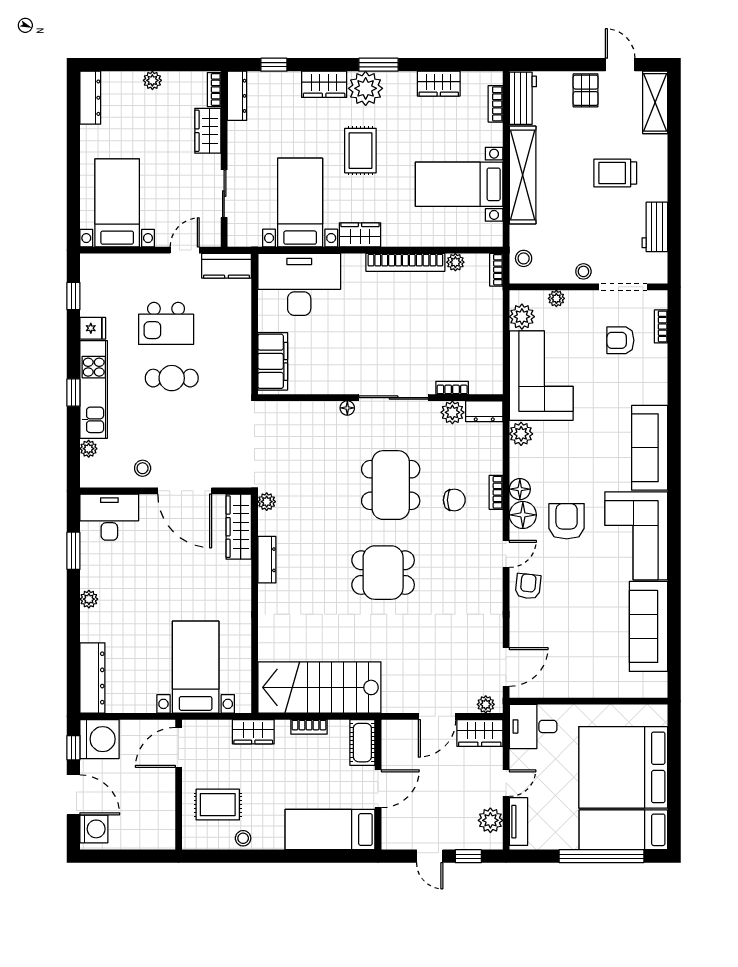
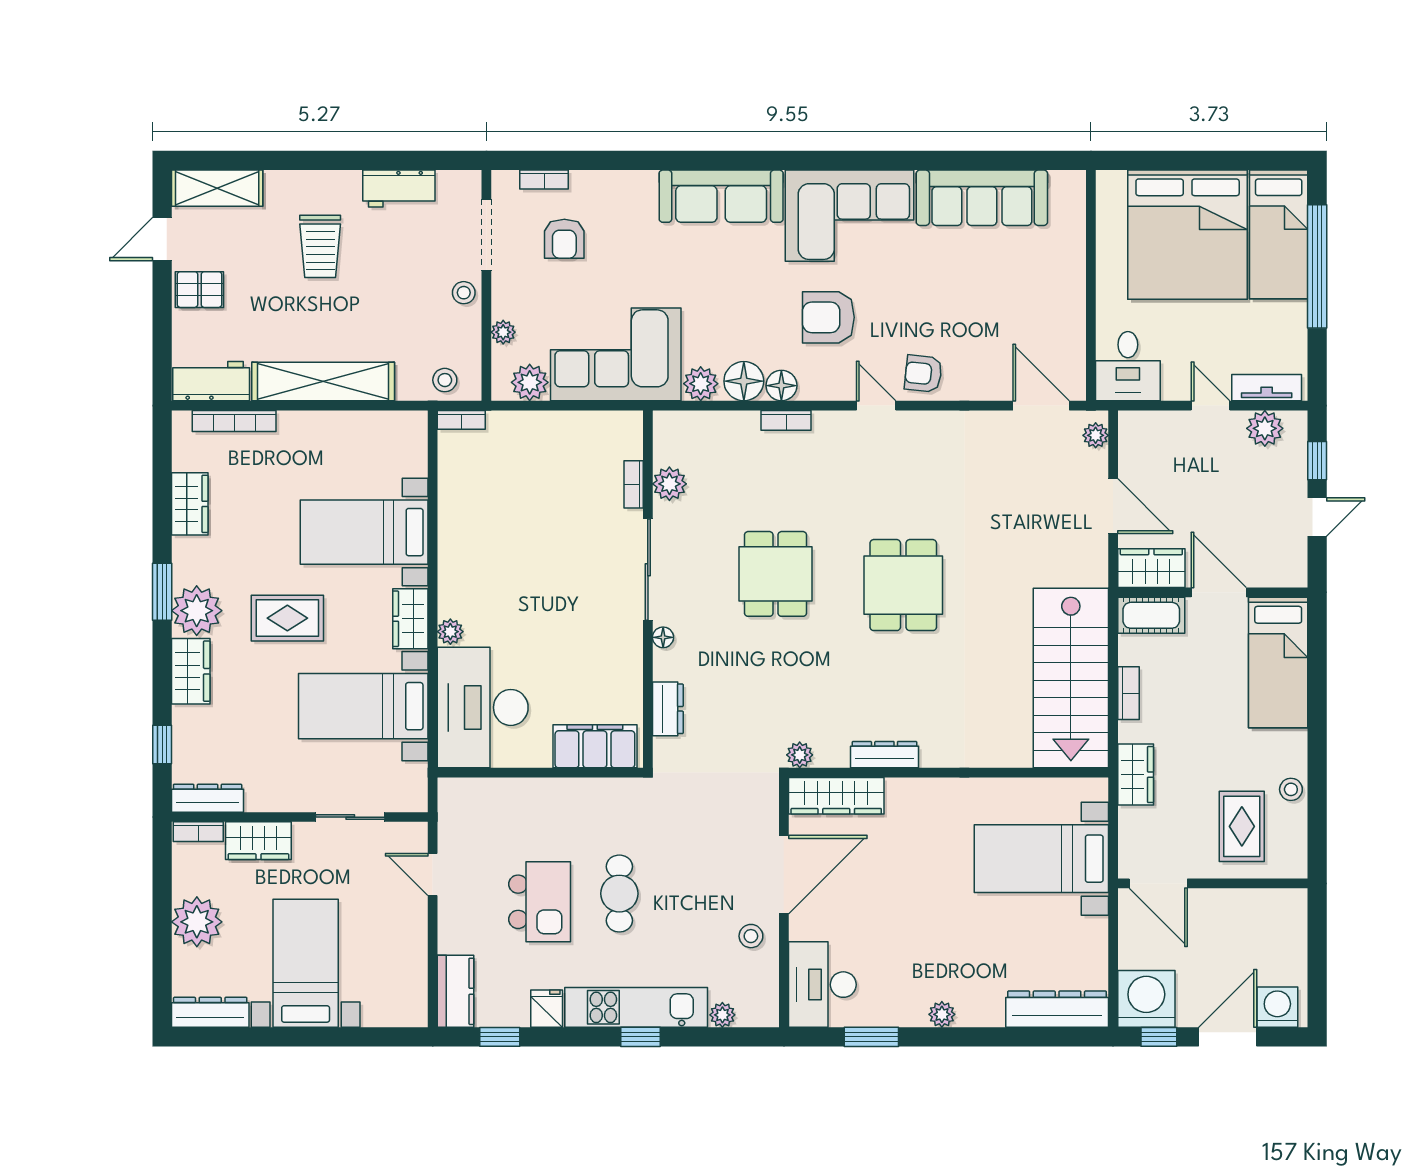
plant: (152, 80) -> (197, 922), width x1.88, depth x1.88
bookcase: (495, 104) -> (234, 421), width x1.56
bed with nightstands: (459, 184) -> (364, 532), moved, turned 90
bed with nightstands: (117, 203) -> (306, 963), moved, turned 90
bookcase: (405, 262) -> (451, 553), removed
plant: (455, 262) -> (450, 632), moved
kitchen counter: (226, 266) -> (455, 991), moved
dresser: (484, 411) -> (668, 709), moved
dining table: (391, 485) -> (775, 574), width x0.73
chair: (454, 500) -> (797, 481), removed
floor lamp: (523, 515) -> (744, 381), moved
wardrobe: (480, 733) -> (1151, 568), moved, turned -90

